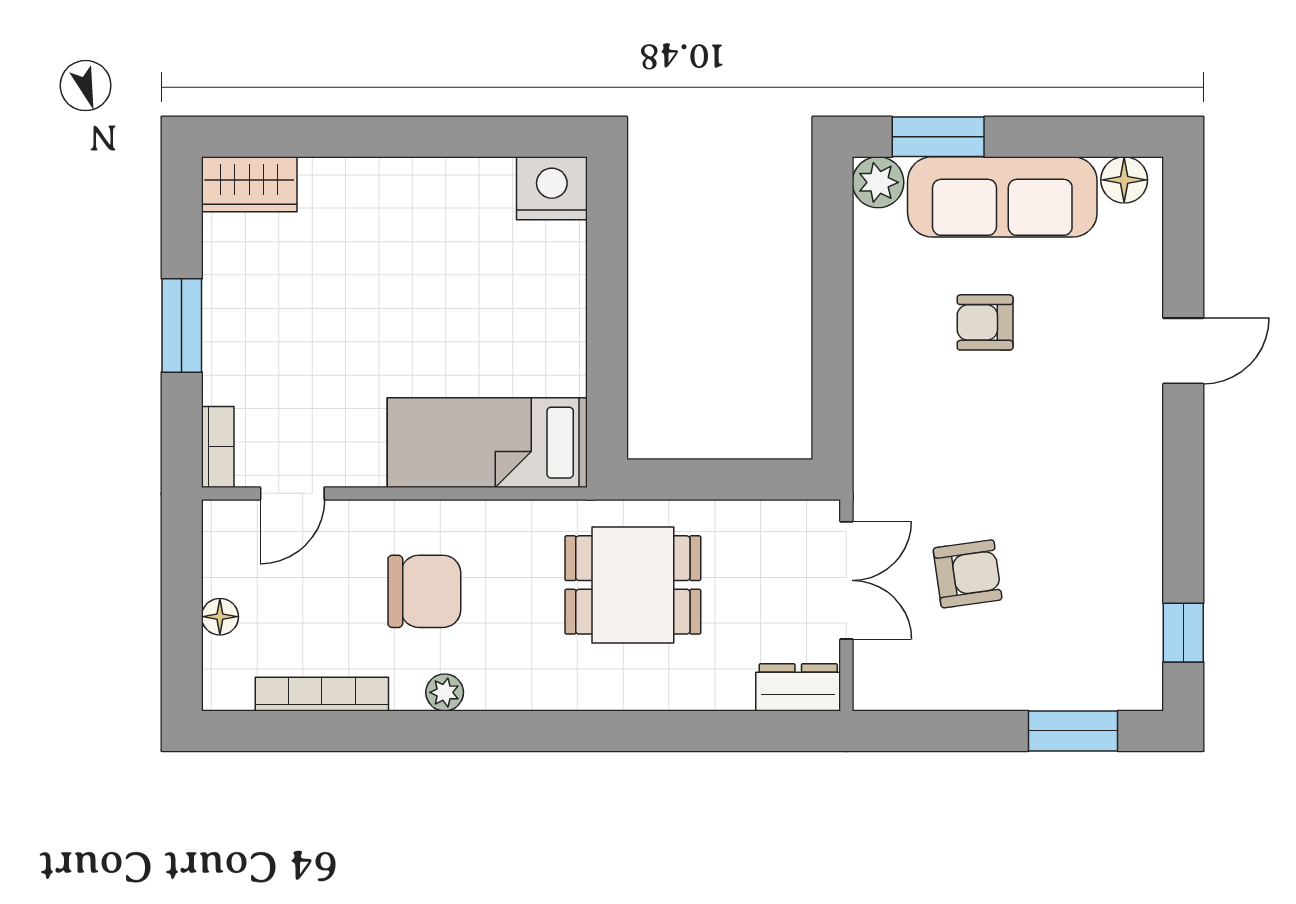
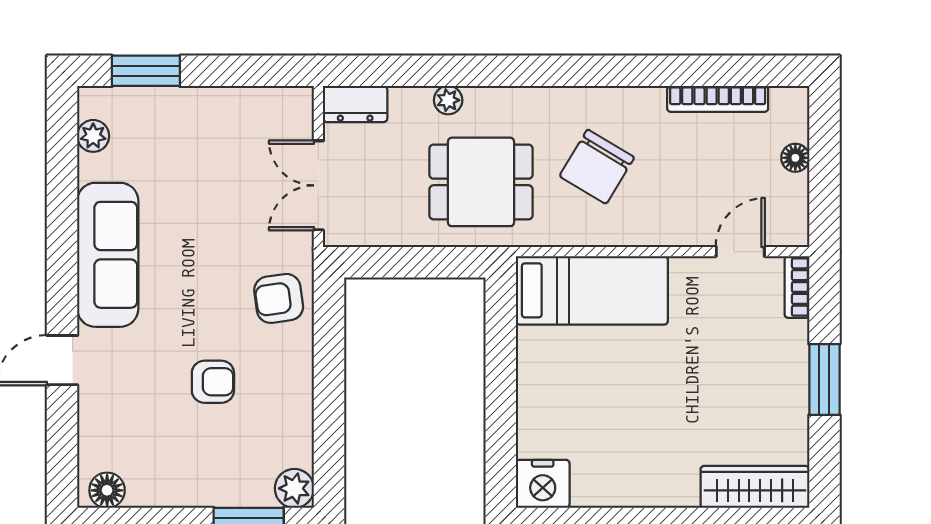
wardrobe: (249, 184) -> (755, 487), width x1.50
sofa: (1002, 197) -> (108, 255), moved, turned 90
armchair: (968, 574) -> (279, 298), moved
chair: (424, 591) -> (597, 167), moved, turned -59
window: (1183, 633) -> (62, 146), removed
plant: (1142, 645) -> (93, 136), added
plant: (445, 692) -> (448, 100), moved

